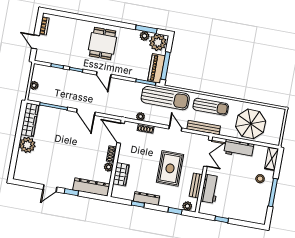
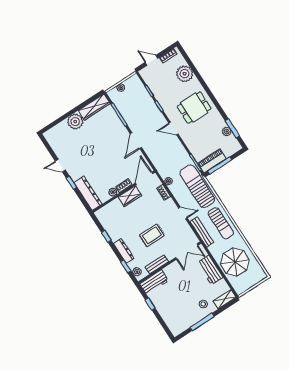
door: (35, 42) -> (152, 60), hinge flipped
plant: (158, 42) -> (185, 74), moved
door: (104, 75) -> (173, 129), hinge flipped
sun lounger: (165, 98) -> (197, 186), turned 180
door: (175, 128) -> (183, 213), hinge flipped
rug: (170, 168) -> (152, 235), width x0.73, depth x0.70
wardrobe: (121, 174) -> (130, 196), moved
workbench: (210, 189) -> (154, 282), moved
dresser: (146, 198) -> (124, 251), moved

